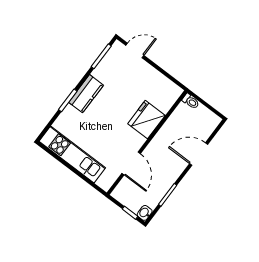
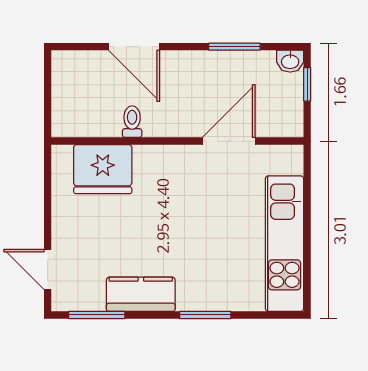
kitchen counter: (86, 94) -> (141, 294), moved
toilet: (191, 101) -> (132, 122), moved
fridge: (146, 120) -> (103, 169), moved

